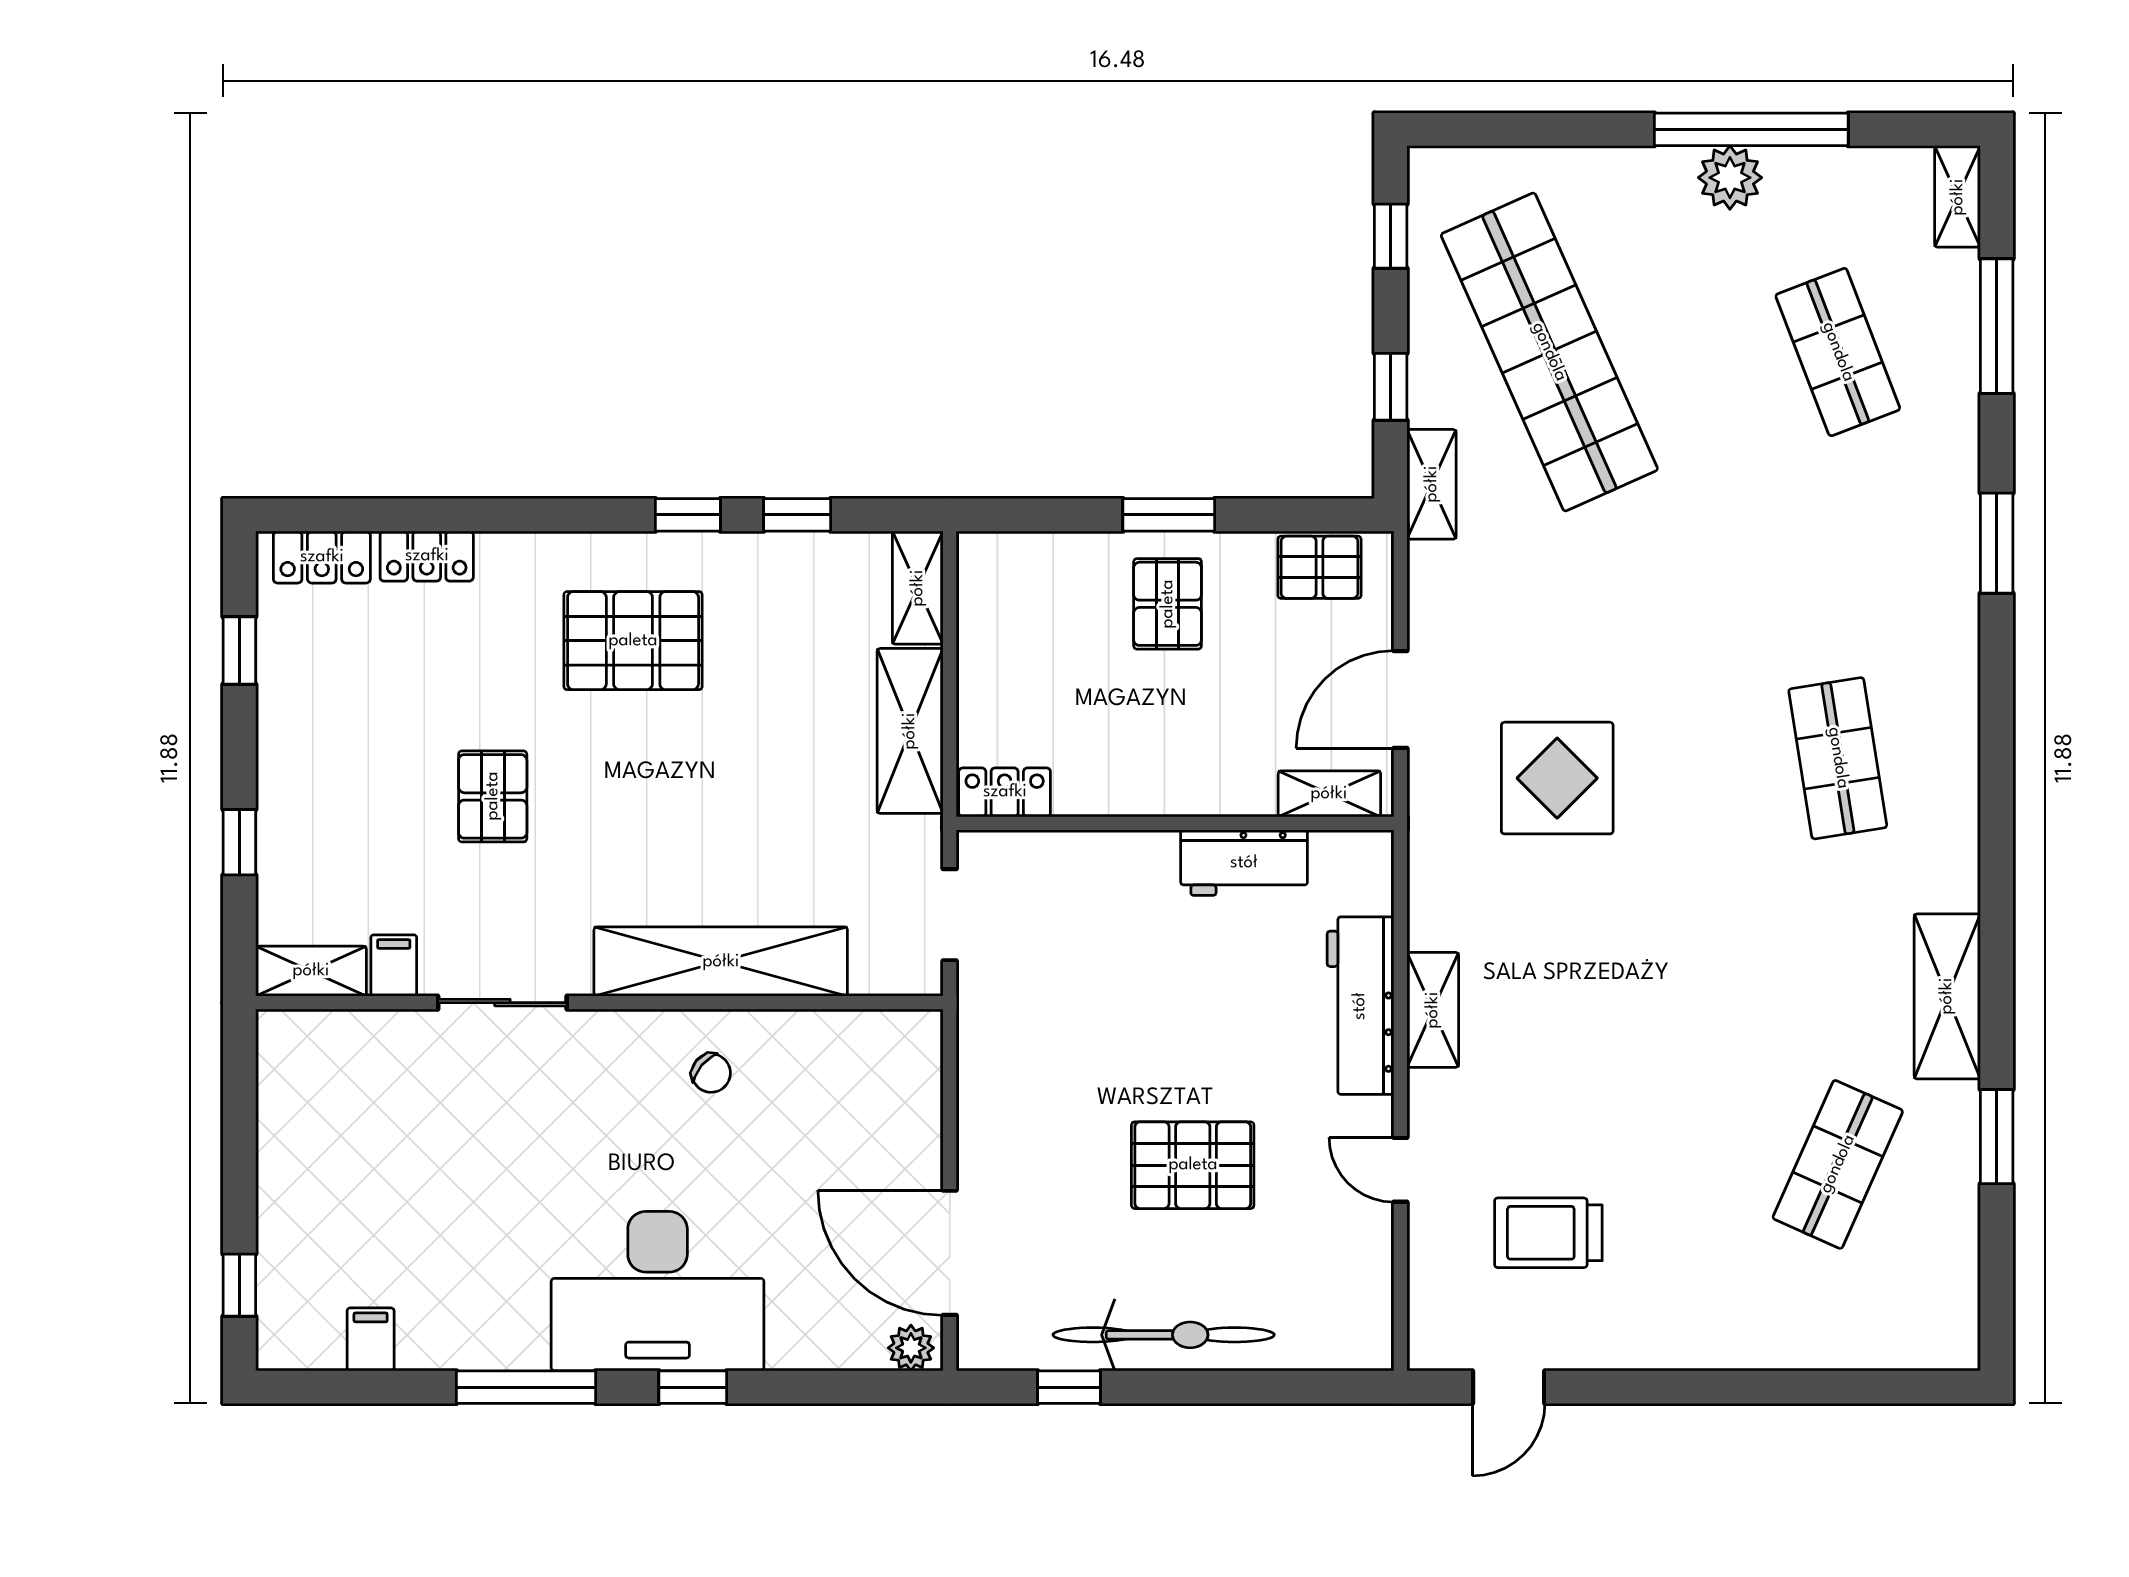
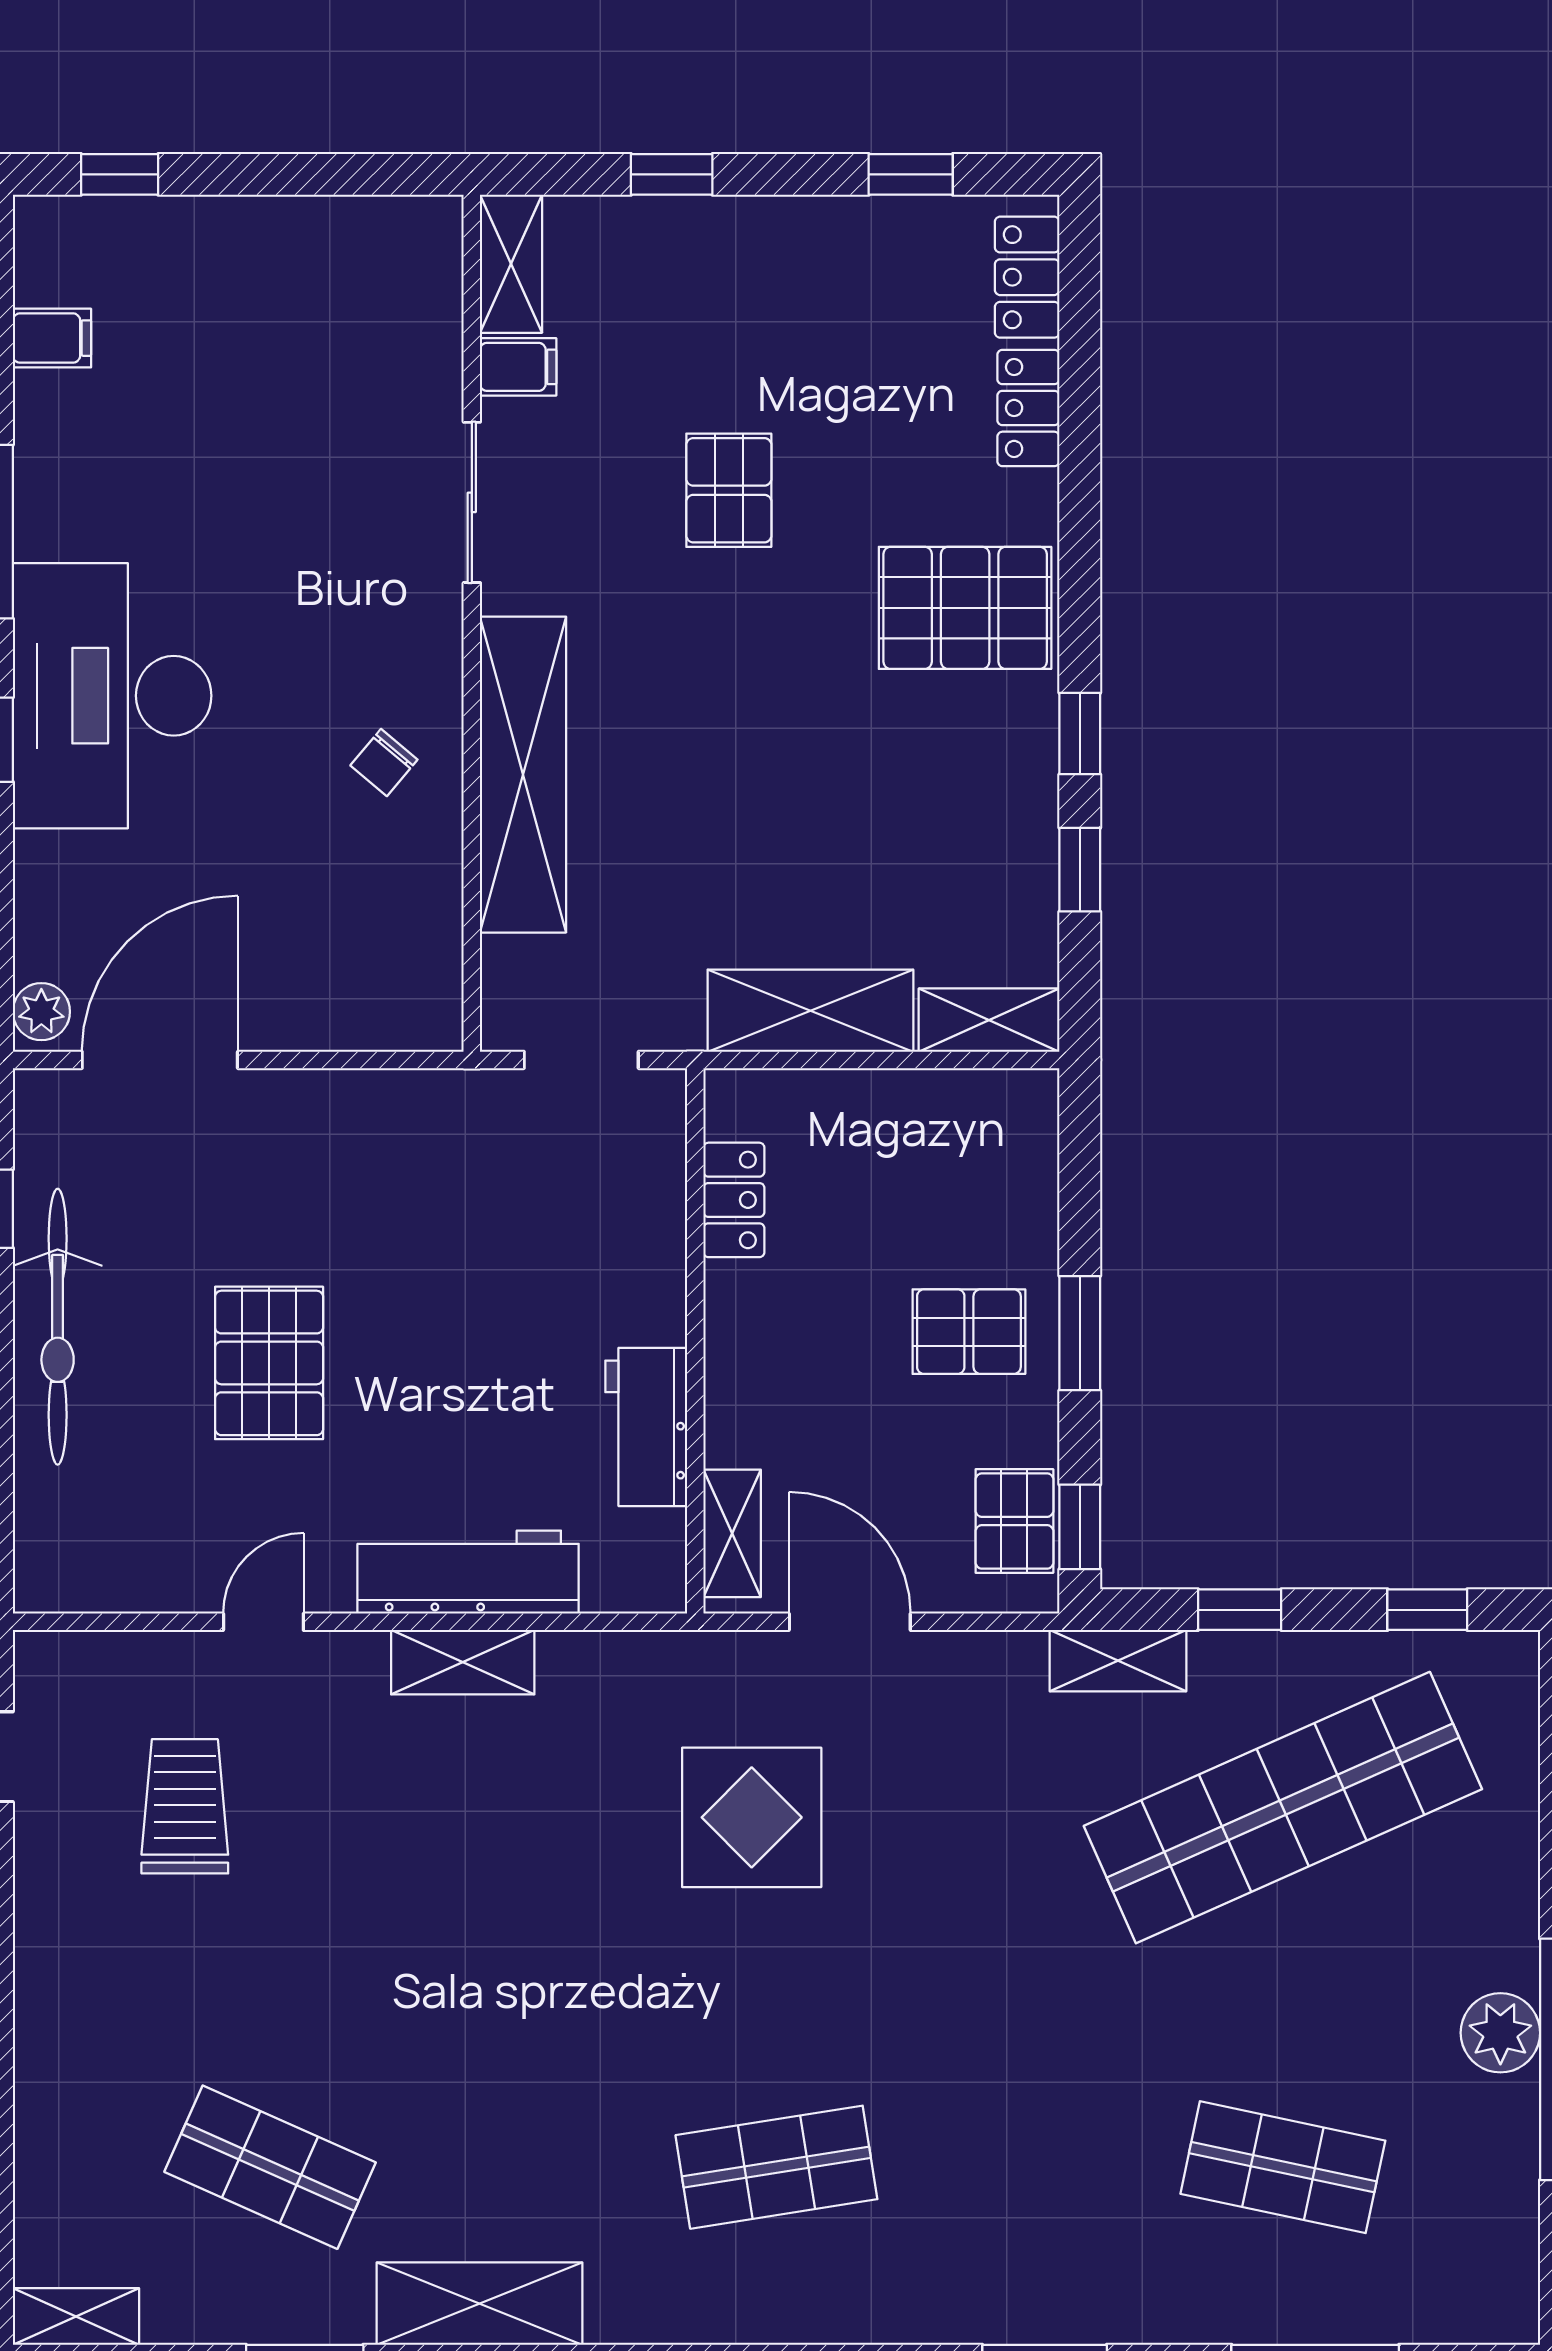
shelving: (1958, 197) -> (76, 2316), moved
shop shelf: (1838, 352) -> (1283, 2167), turned 33
window: (1324, 515) -> (1080, 1527), added
pallet: (633, 641) -> (965, 608), moved, turned 90
locker: (1005, 792) -> (734, 1200), moved
pallet: (493, 796) -> (729, 490), turned 90

